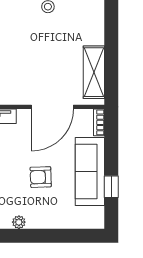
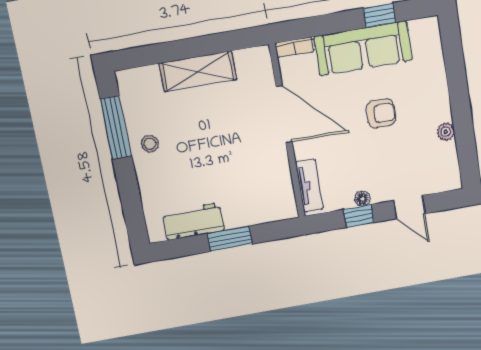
shelving: (94, 72) -> (198, 71), moved
armchair: (41, 177) -> (381, 113), turned -88

